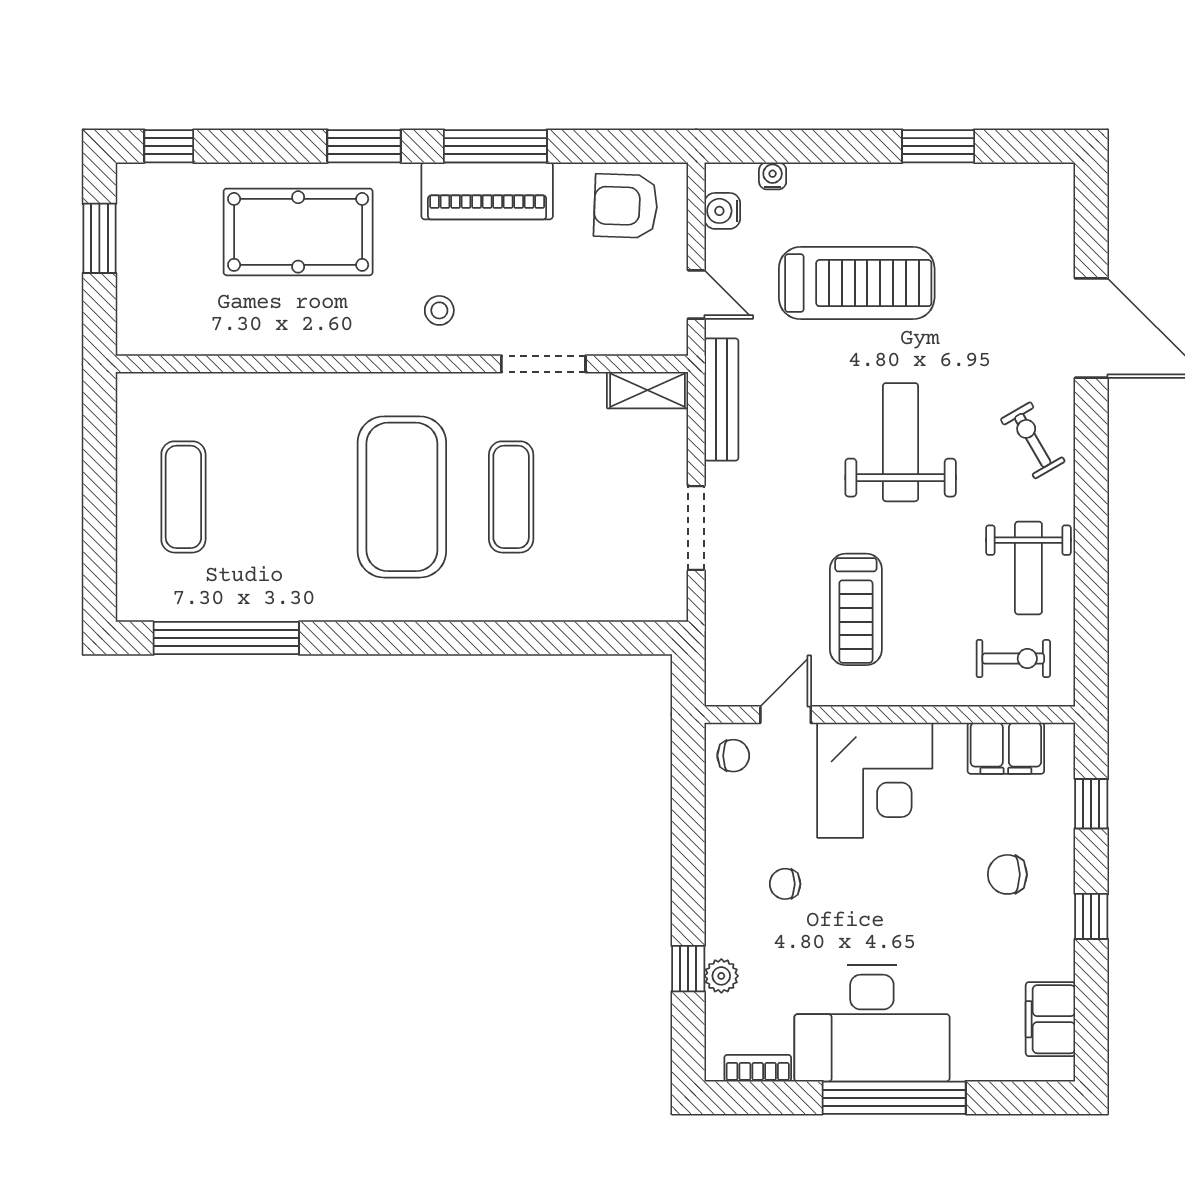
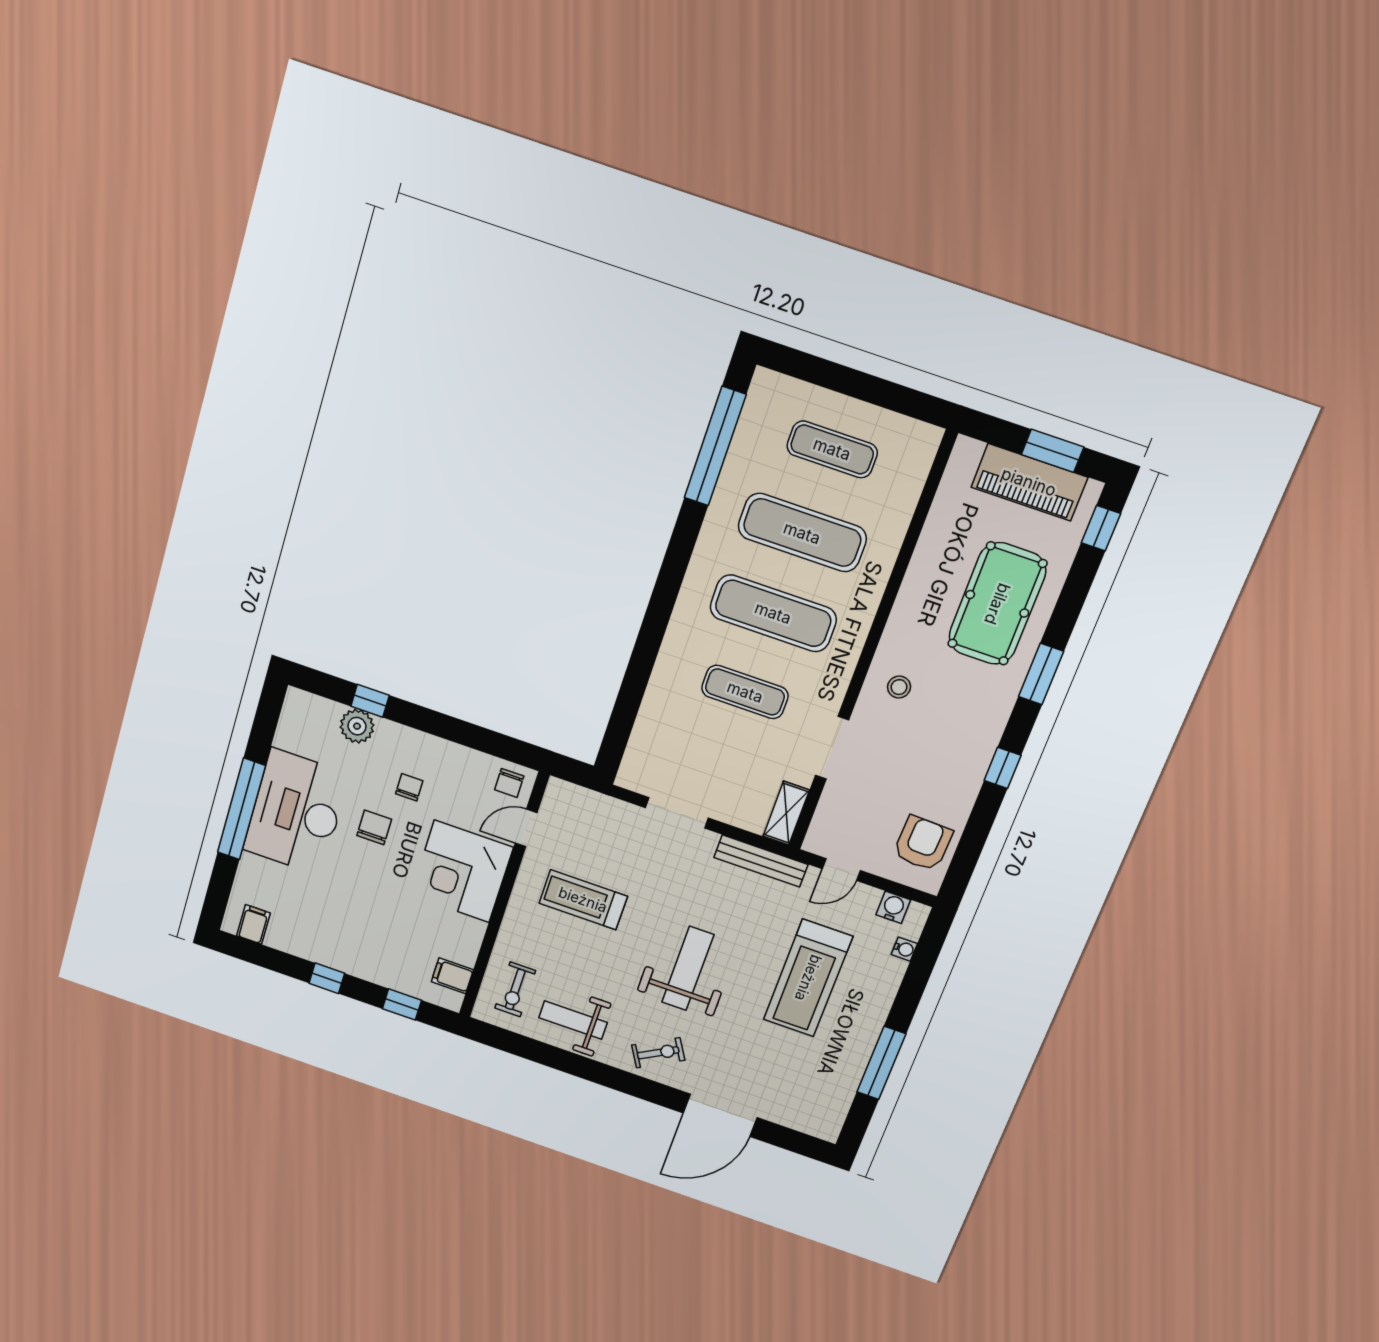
window: (495, 146) -> (1002, 768), width x0.46
window: (938, 146) -> (881, 1063), width x1.44
piano: (487, 191) -> (1029, 482), moved, turned -90
weight bench: (901, 442) -> (688, 969), turned -90
exercise mat: (293, 497) -> (802, 533), added
exercise mat: (402, 497) -> (773, 613), width x0.68
door: (786, 715) -> (526, 828), swing flipped
filing cabinet: (1006, 748) -> (452, 976), width x0.50
chair: (1007, 874) -> (374, 827), moved
plant: (721, 976) -> (357, 726), width x1.38, depth x1.38
filing cabinet: (1050, 1019) -> (253, 924), width x0.50
bookcase: (758, 1068) -> (287, 725), removed

